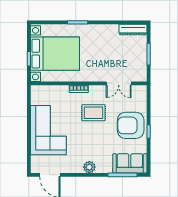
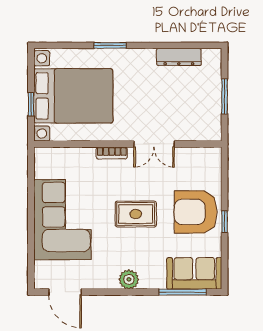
dresser: (133, 30) -> (179, 57), moved
double door: (119, 83) -> (154, 144), moved
rug: (93, 113) -> (136, 214), moved

